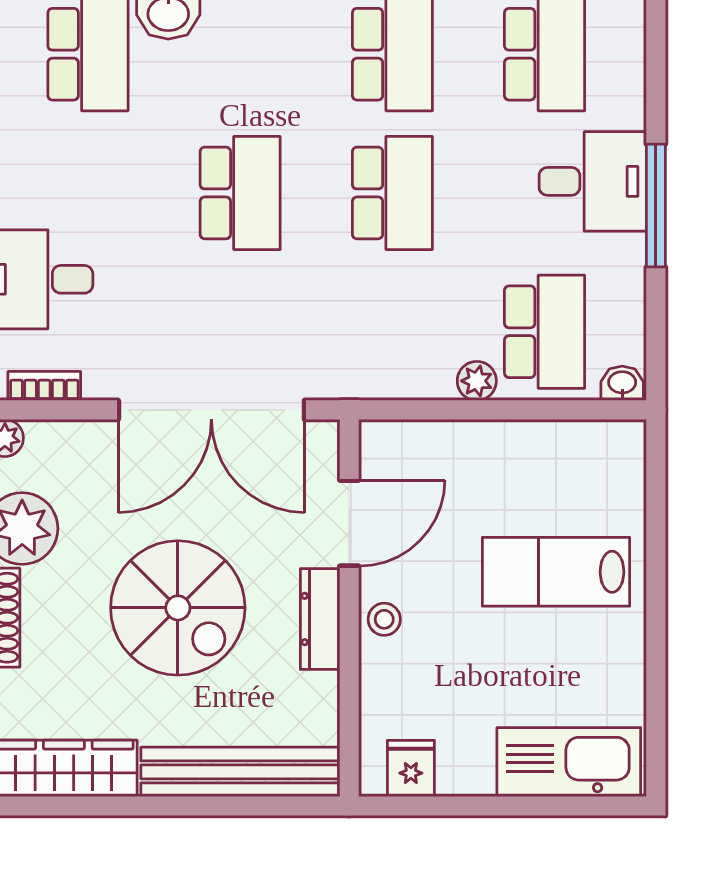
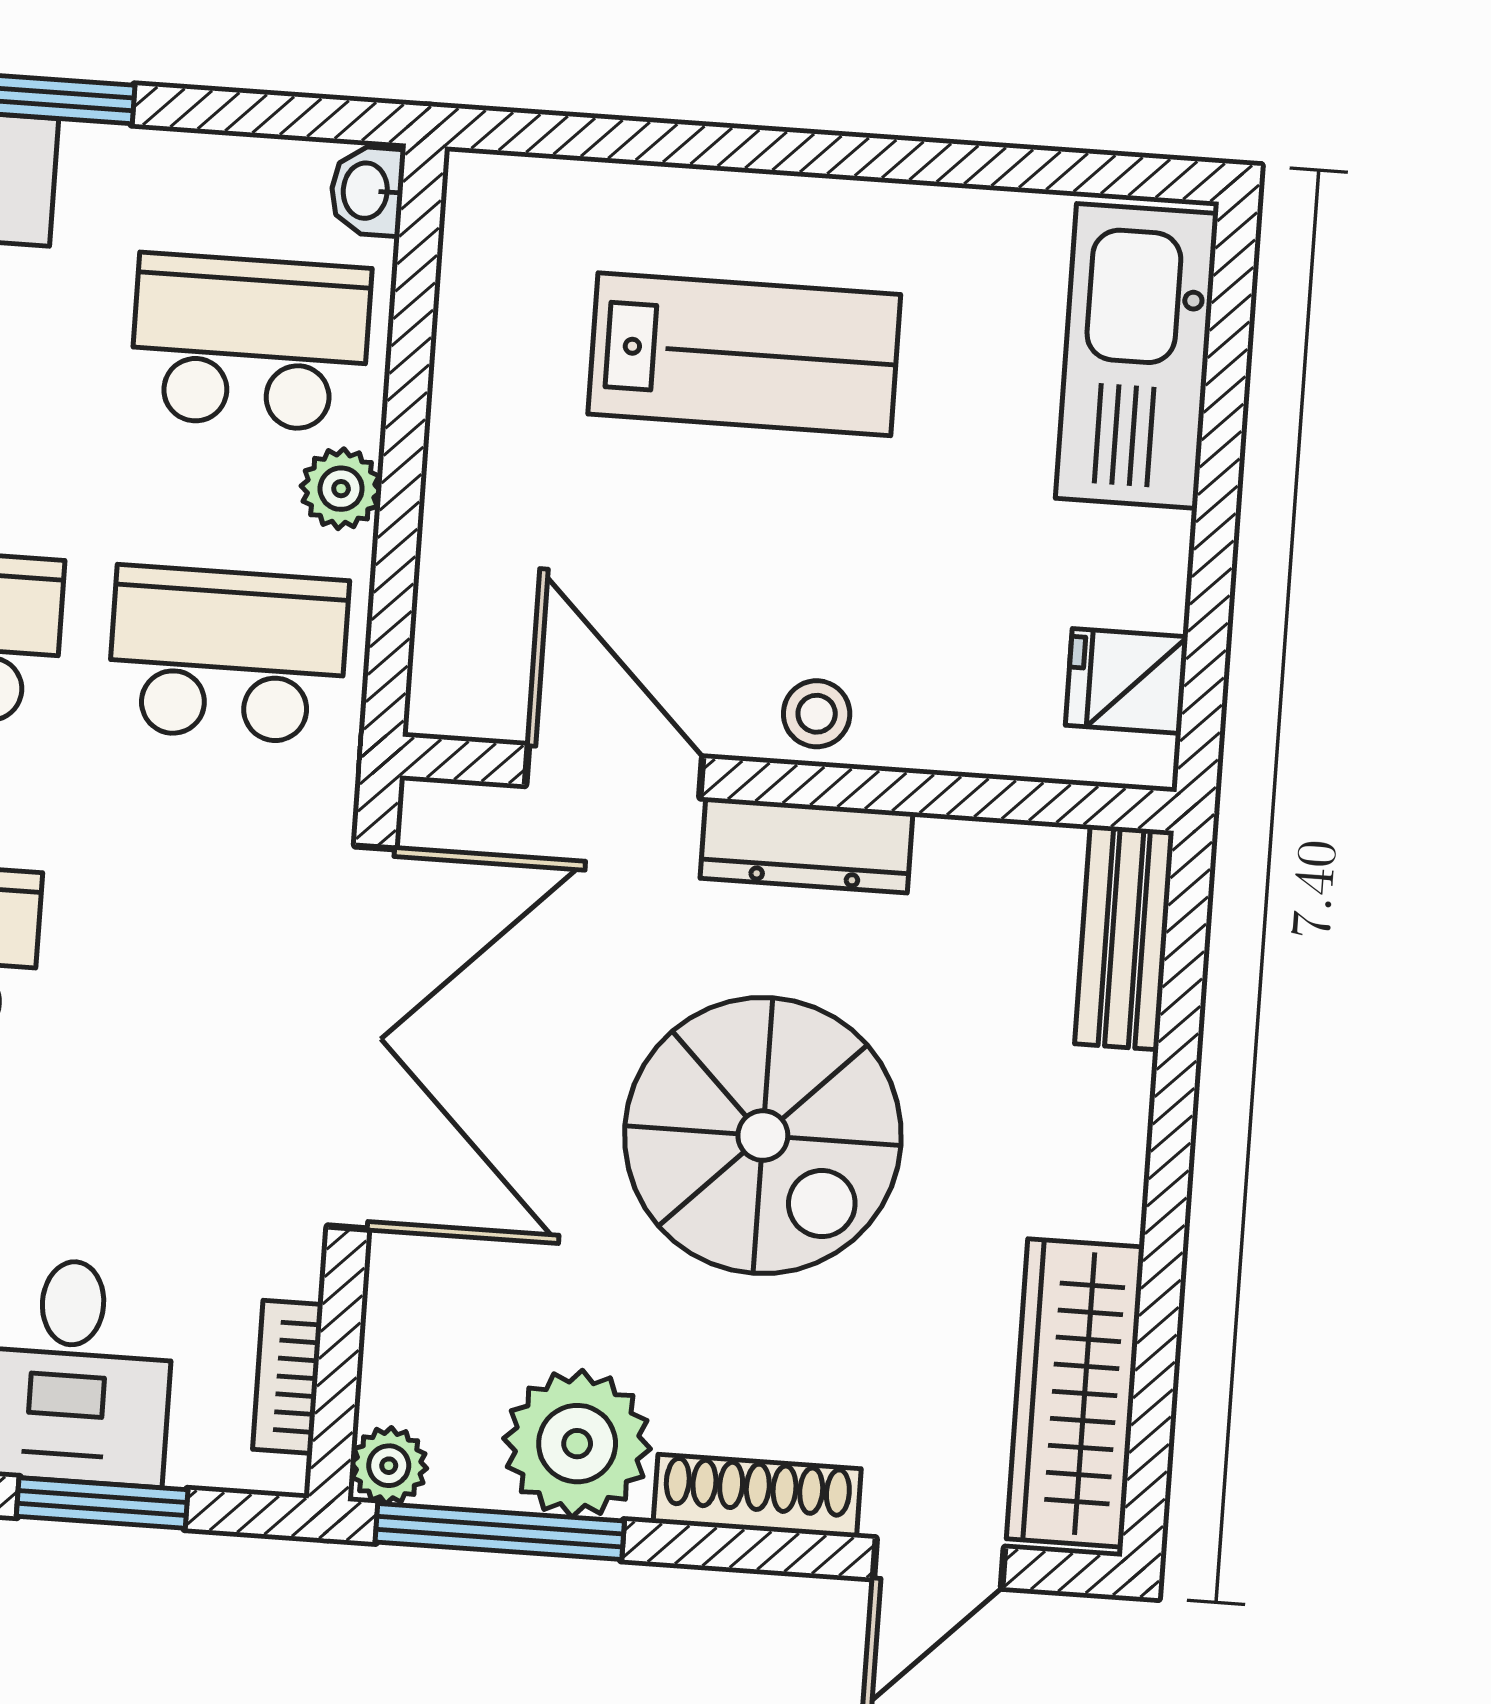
school desk: (392, 332) -> (228, 655), added
lab bench: (556, 572) -> (744, 354), turned -90
spiral stairs: (178, 608) -> (763, 1136), turned 90
bench: (240, 772) -> (1124, 937), width x0.54, depth x0.82

